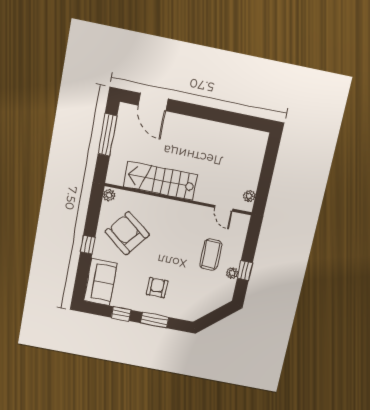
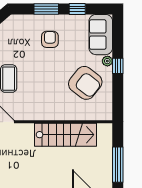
plant: (109, 195) -> (107, 61), moved
armchair: (157, 288) -> (50, 39), turned 180

